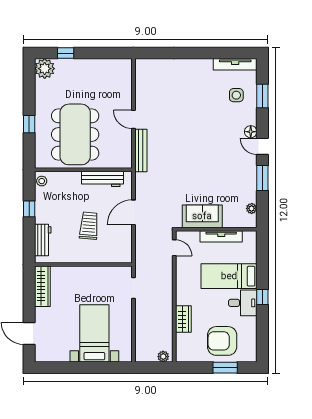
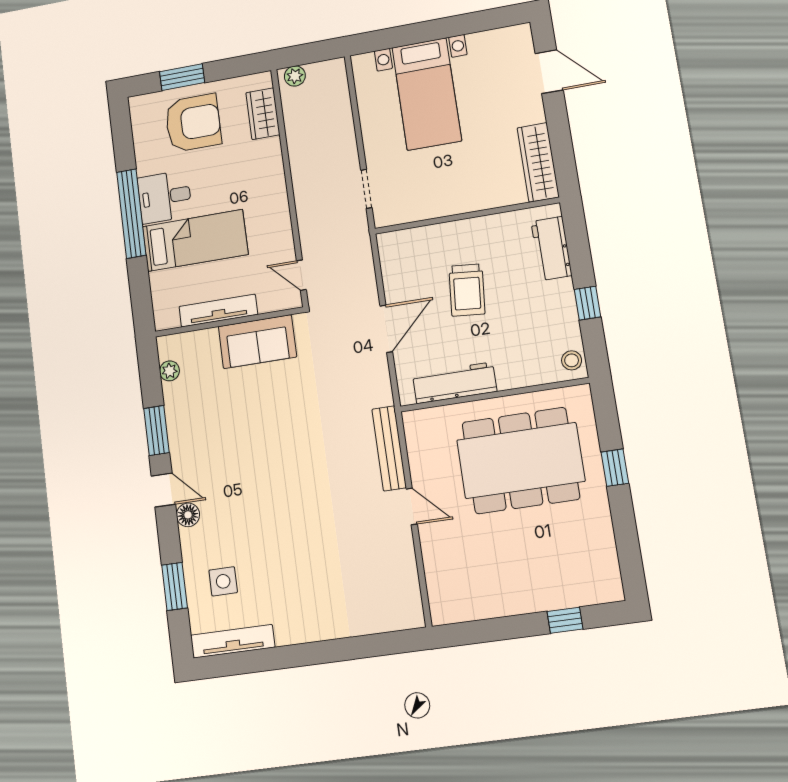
plant: (45, 69) -> (602, 583), removed
dining table: (75, 134) -> (521, 461), turned 90
window: (262, 297) -> (131, 214), width x3.17
wardrobe: (183, 319) -> (263, 114), moved

